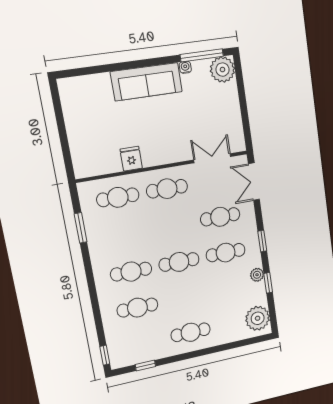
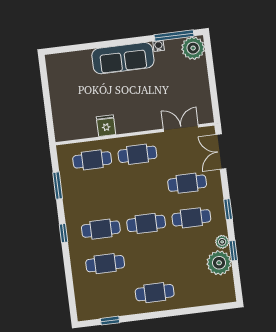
plant: (258, 318) -> (219, 263), moved
window: (105, 355) -> (64, 233), moved

